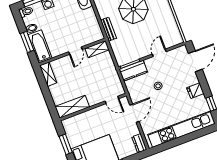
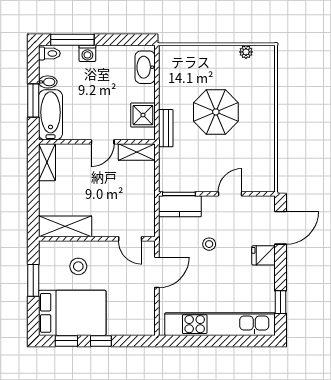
shower: (93, 27) -> (143, 115), added
fridge: (195, 91) -> (264, 255), moved
stool: (88, 127) -> (78, 266), added
dresser: (139, 143) -> (147, 321), removed

